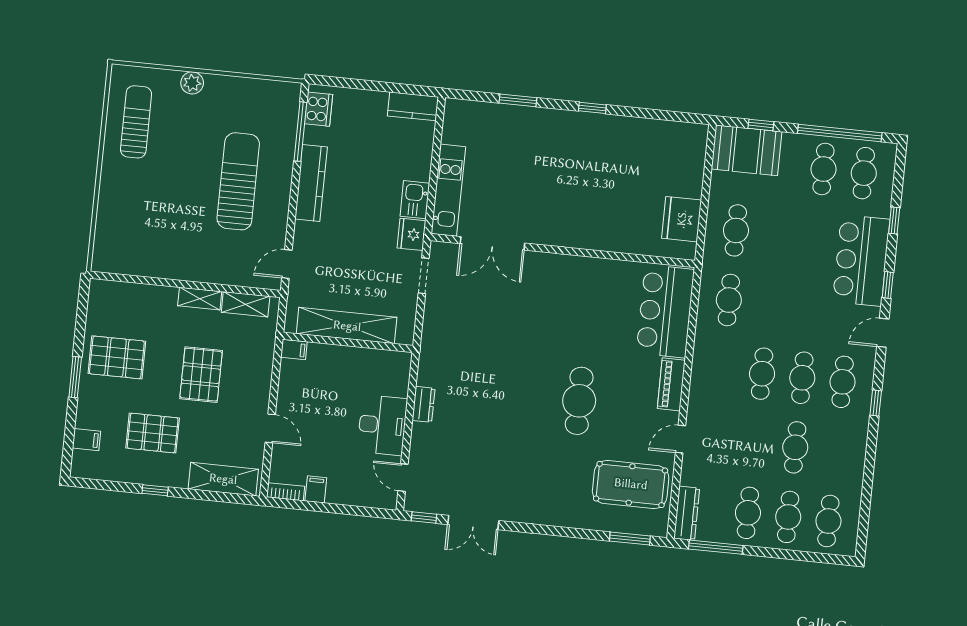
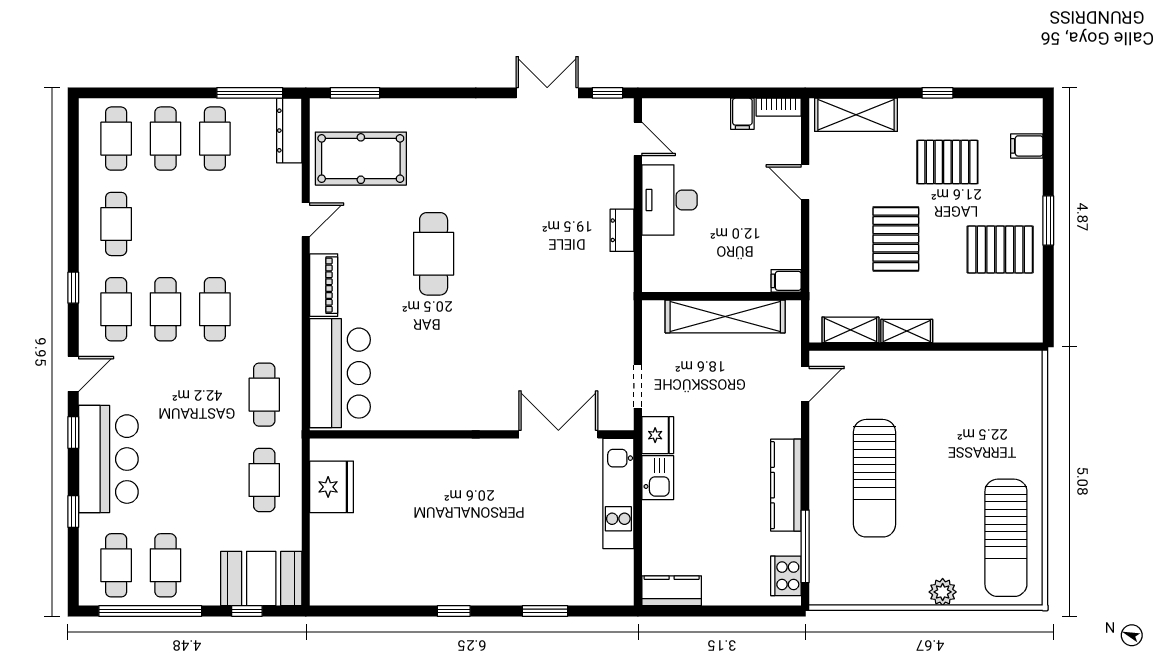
sun lounger: (136, 122) -> (1006, 538), width x1.36, depth x1.34
cafe table: (795, 447) -> (116, 224), moved

